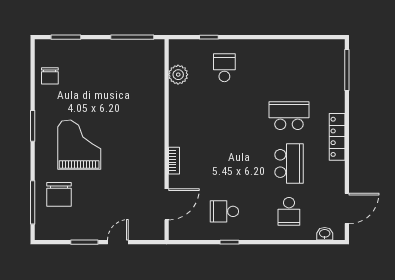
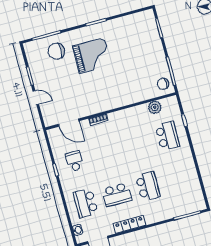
school desk: (224, 68) -> (167, 136), width x1.85
chair: (50, 76) -> (163, 84), moved
locker: (337, 137) -> (130, 224), moved
school desk: (289, 211) -> (86, 203), width x1.85

